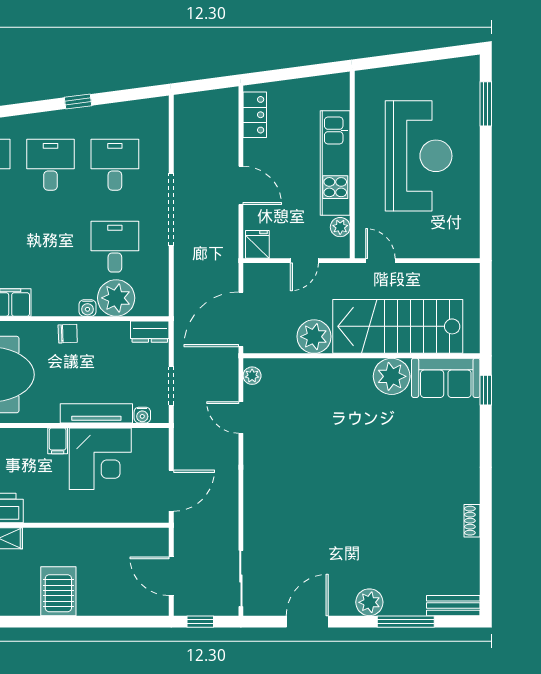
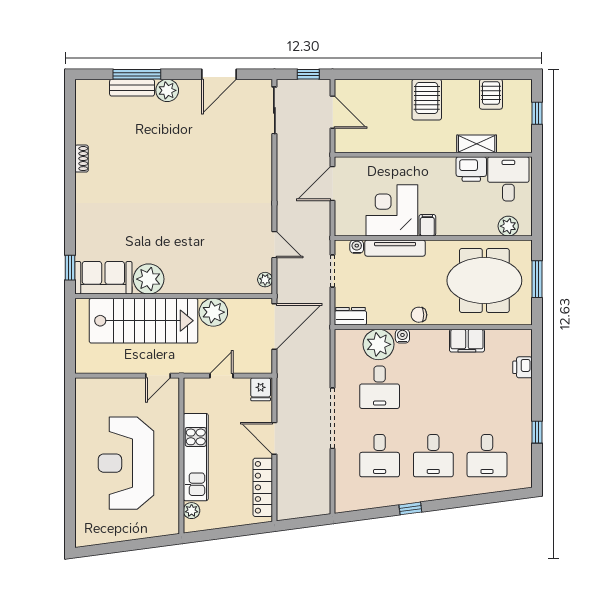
window: (486, 104) -> (70, 507), removed
locker: (255, 115) -> (263, 487), width x1.53
plant: (340, 227) -> (192, 511), moved
door: (380, 261) -> (158, 376), hinge flipped
bench: (453, 606) -> (132, 88), moved

